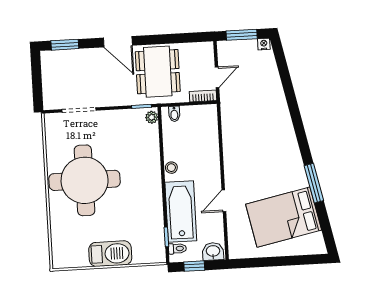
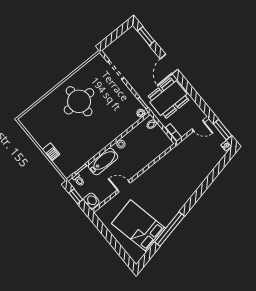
door: (217, 77) -> (198, 126), moved
round table: (85, 180) -> (79, 101), width x0.73, depth x0.73
window: (314, 183) -> (170, 229), width x1.46
bathtub: (181, 212) -> (103, 161), width x0.73, depth x0.73
barbecue: (110, 254) -> (51, 152), width x0.53, depth x0.65

